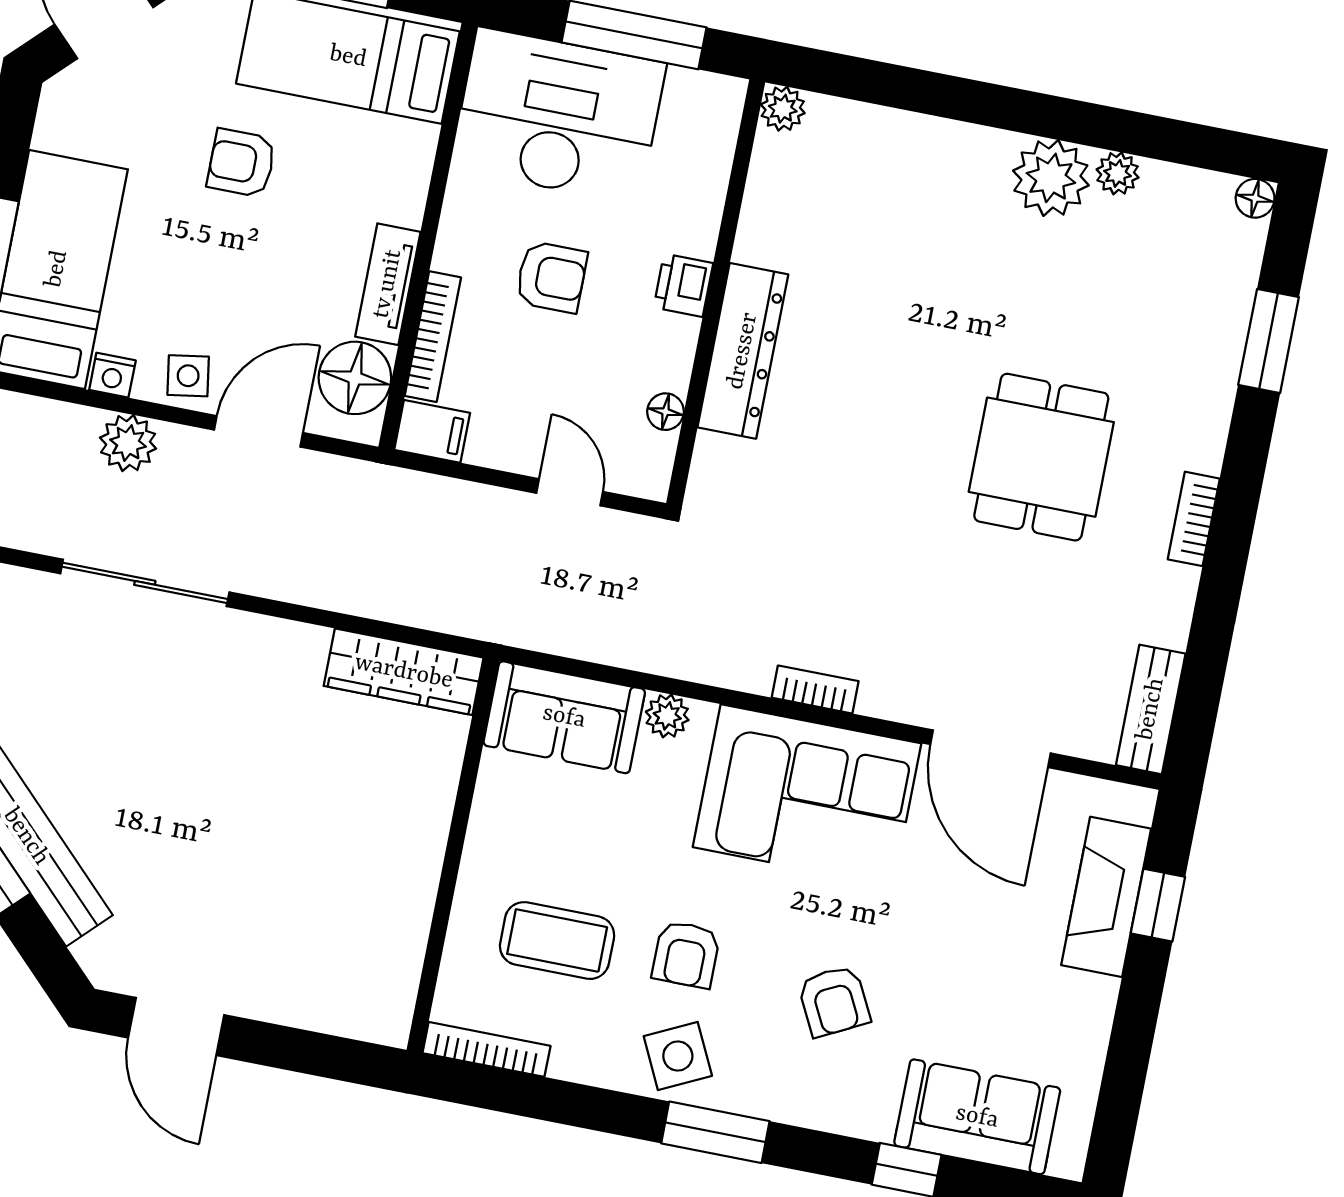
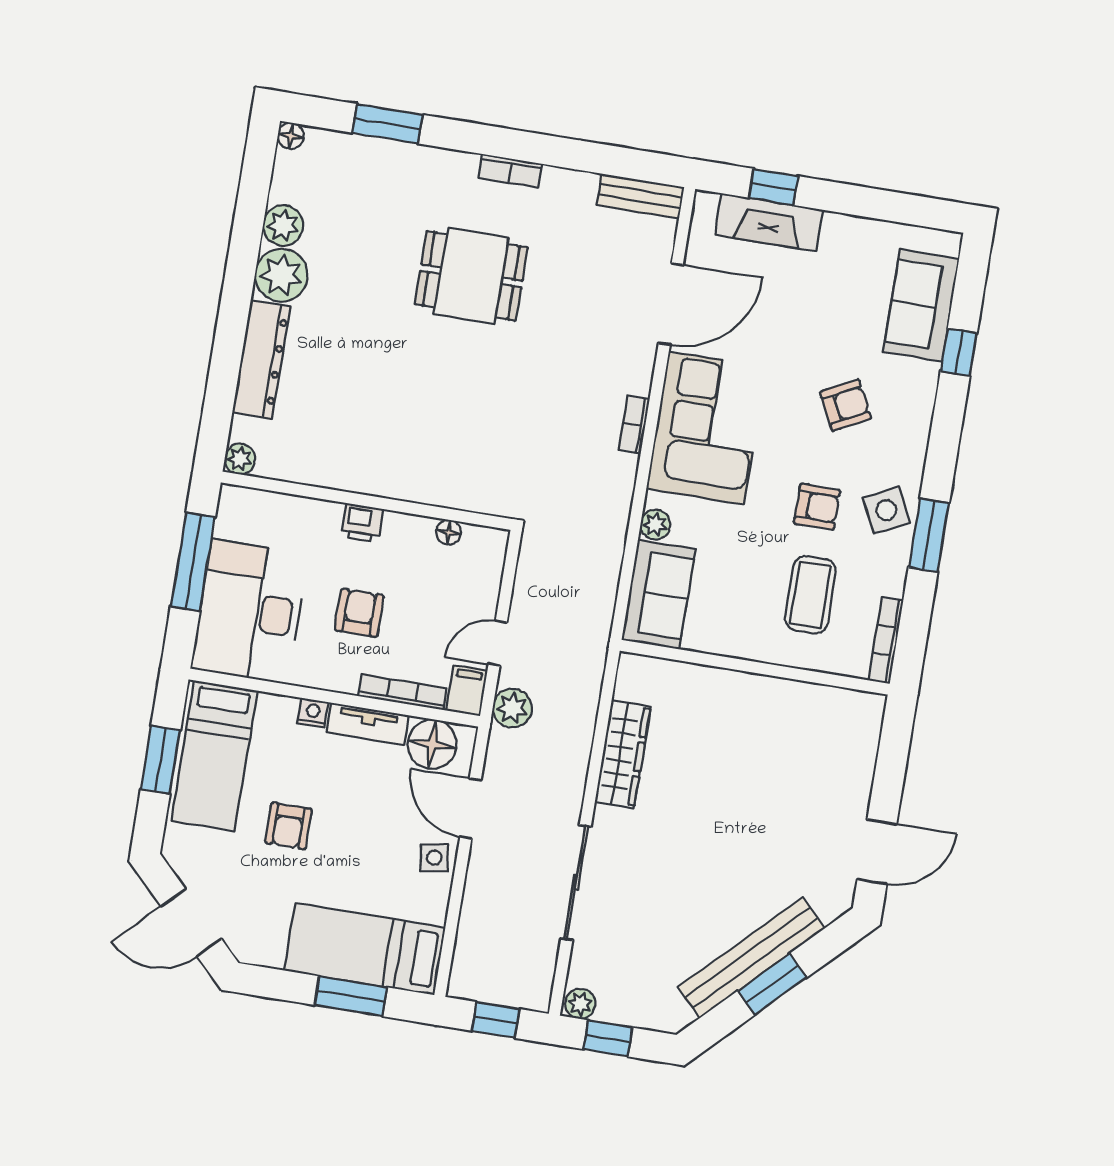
plant: (1118, 173) -> (283, 225), width x1.38, depth x1.38
dresser: (743, 351) -> (261, 359), moved, turned 90
nightstand: (112, 375) -> (313, 713), moved, turned -90
plant: (128, 443) -> (512, 708), moved
door: (570, 492) -> (498, 643), moved
wardrobe: (404, 672) -> (623, 754), moved
window: (715, 1132) -> (929, 535), moved

